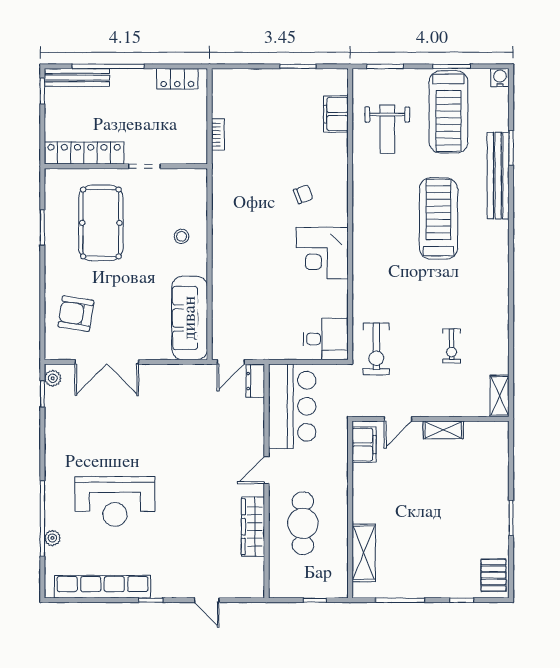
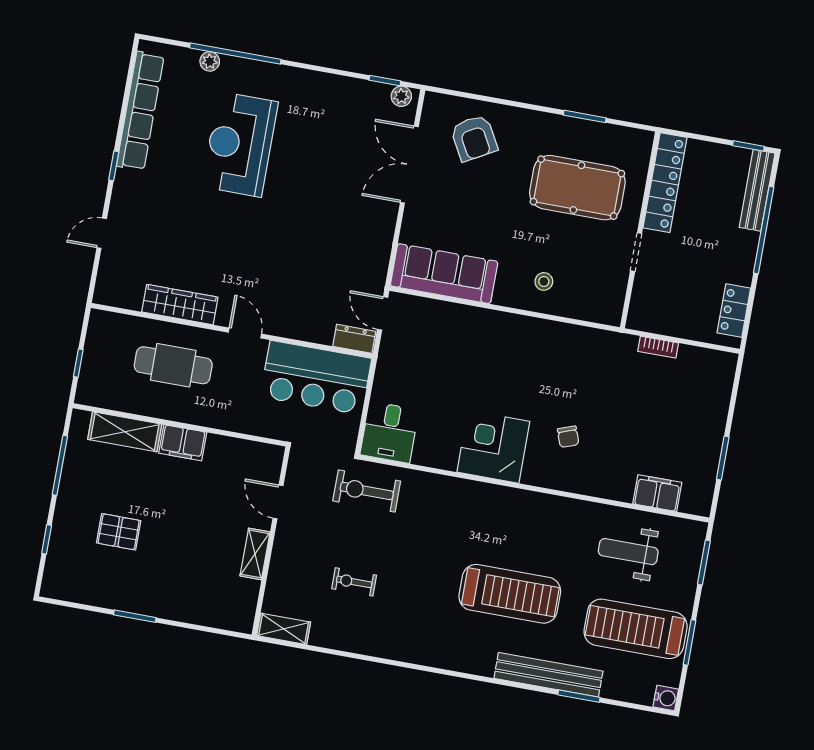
armchair: (76, 314) -> (474, 138), turned 142
filing cabinet: (364, 445) -> (183, 443), moved
pallet: (493, 575) -> (119, 532), moved

